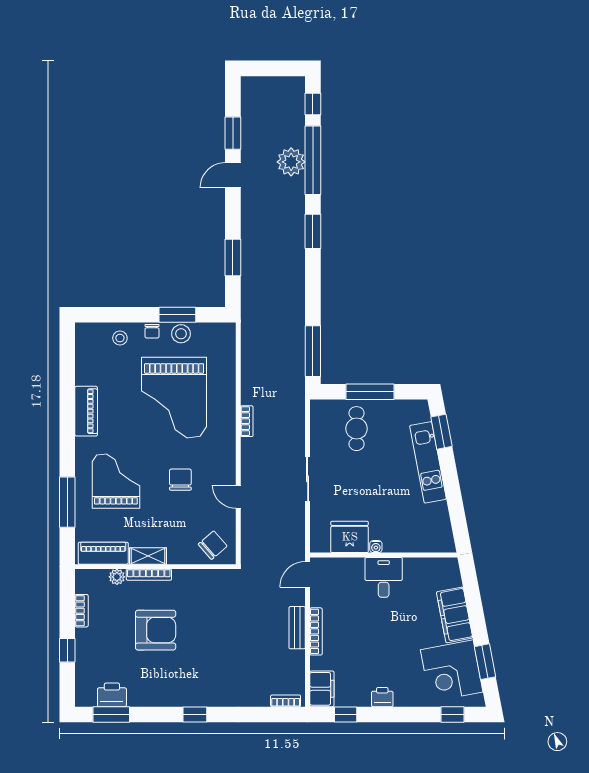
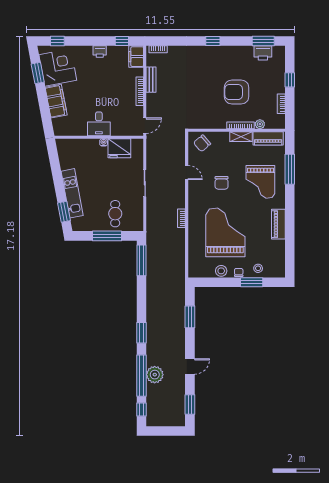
window: (233, 133) -> (190, 405), moved
window: (177, 315) -> (252, 282), moved
bench: (297, 628) -> (151, 80), moved

